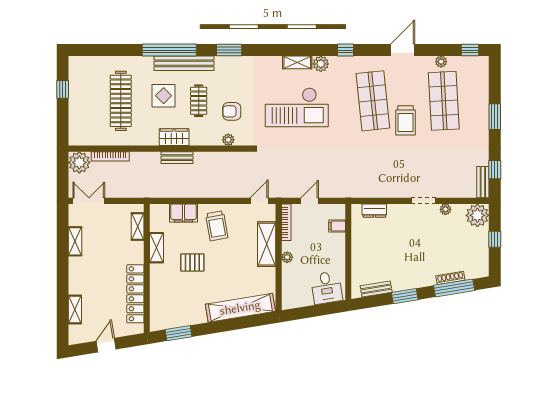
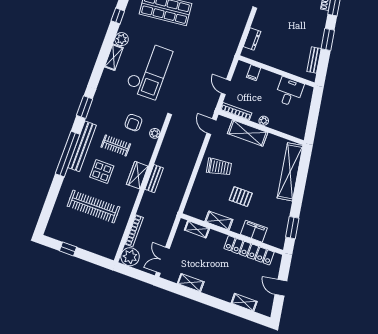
filing cabinet: (184, 213) -> (254, 231), moved, turned -90
pallet: (192, 262) -> (241, 197), turned 90
desk: (326, 288) -> (289, 92), moved, turned -81

